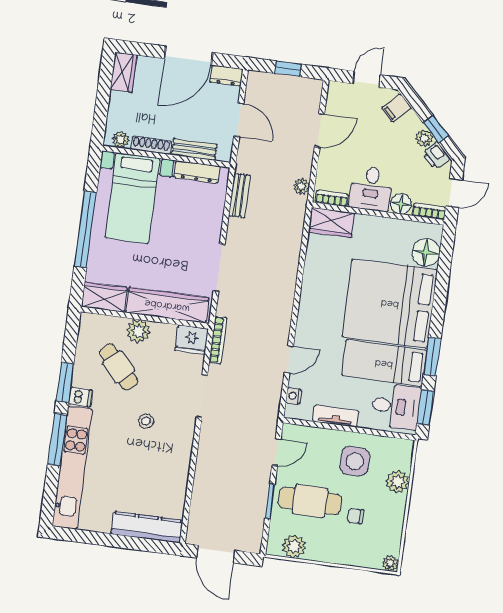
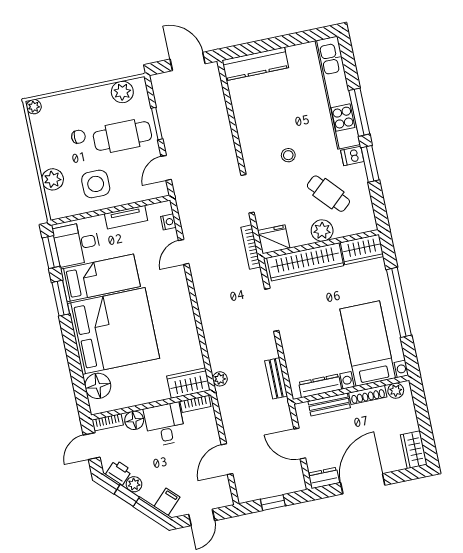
plant: (302, 186) -> (220, 379), moved

